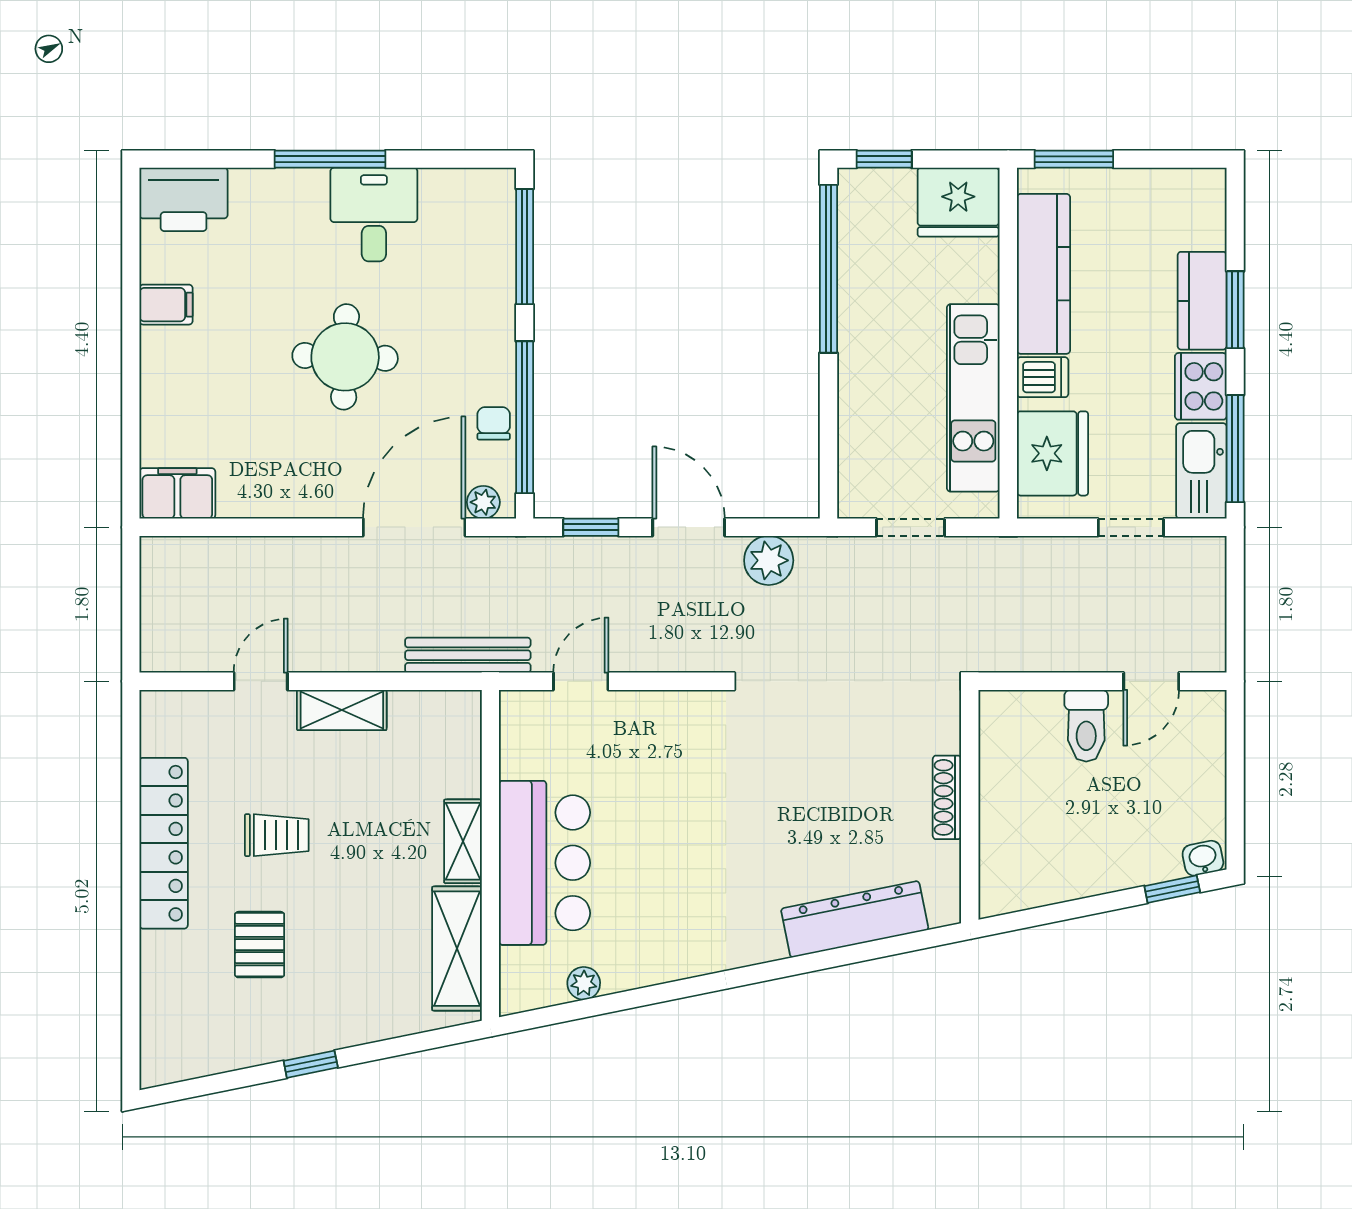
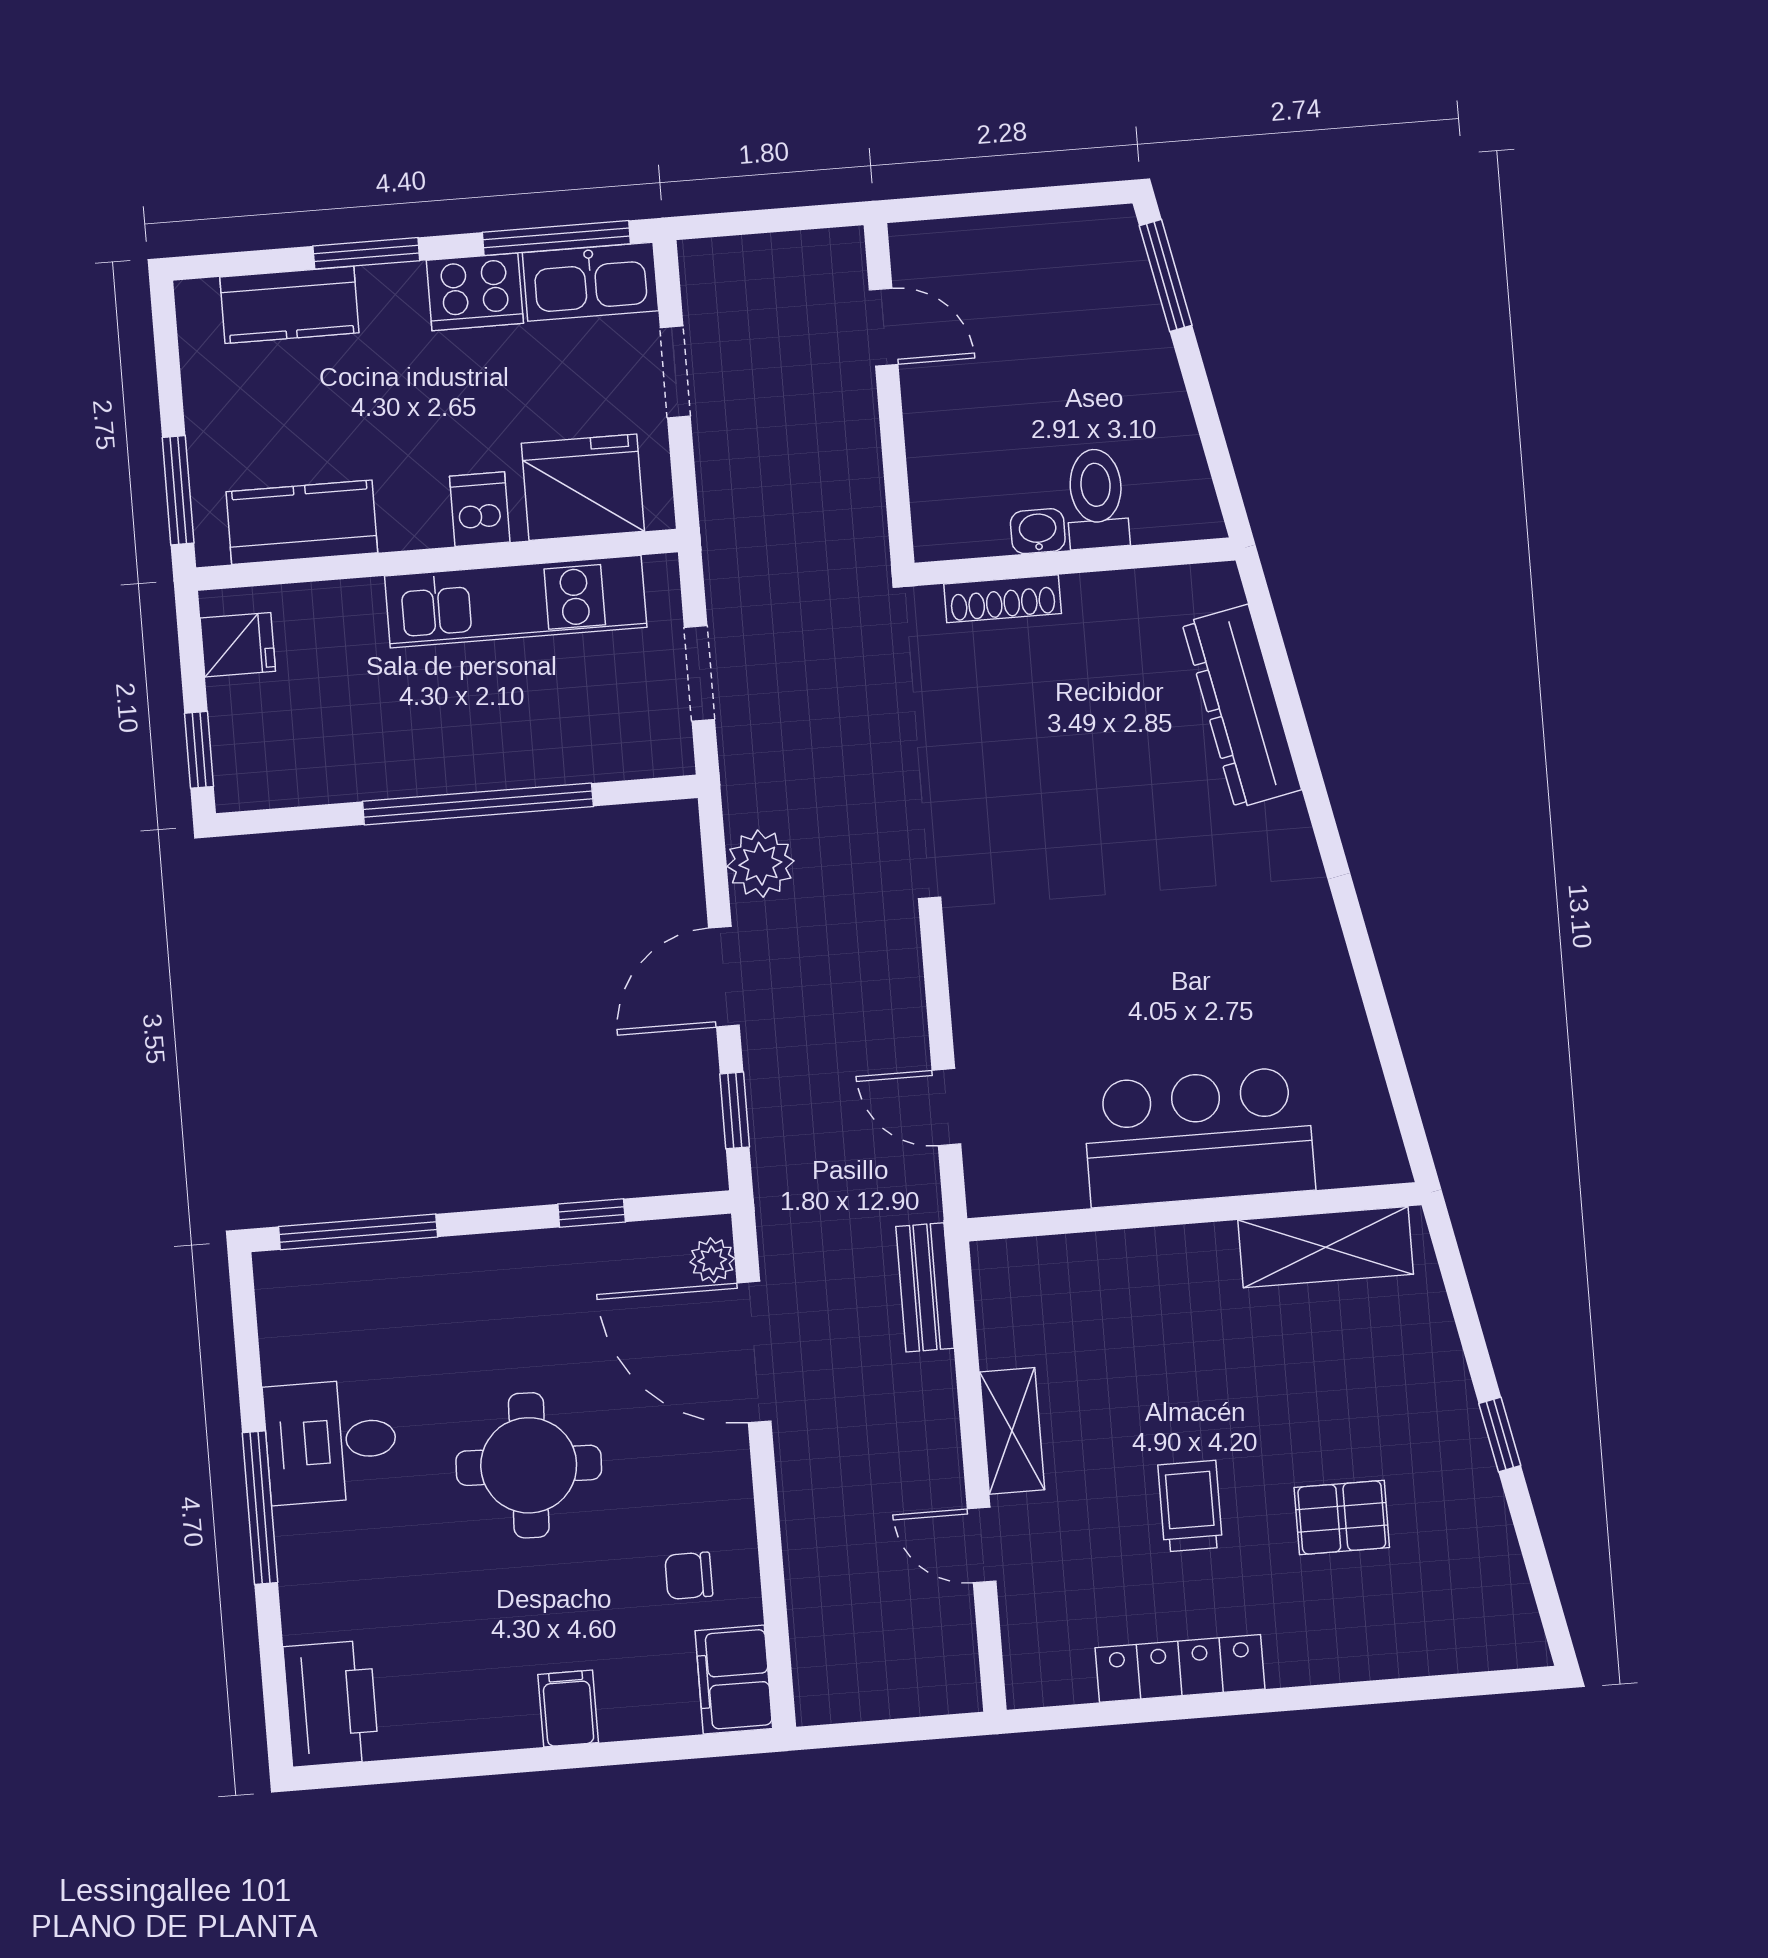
fridge: (958, 202) -> (238, 645), width x0.53, depth x0.75
window: (829, 269) -> (478, 804), moved
kitchen counter: (1043, 274) -> (302, 522), width x0.67
kitchen counter: (1202, 301) -> (289, 305), moved
filing cabinet: (166, 305) -> (568, 1709), moved
window: (525, 417) -> (592, 1213), width x0.32
chair: (494, 423) -> (689, 1576), moved
bench: (468, 655) -> (925, 1287), width x0.73
toilet: (1086, 726) -> (1097, 499), moved, turned -90
shoe rack: (947, 797) -> (1003, 599), moved
shelving: (463, 841) -> (1178, 1251), removed
locker: (164, 843) -> (1180, 1668), width x0.71, depth x0.83
washbasin: (1203, 858) -> (1038, 531), moved, turned 101
window: (1172, 889) -> (1166, 276), width x1.50
plant: (584, 983) -> (1359, 1070), removed

